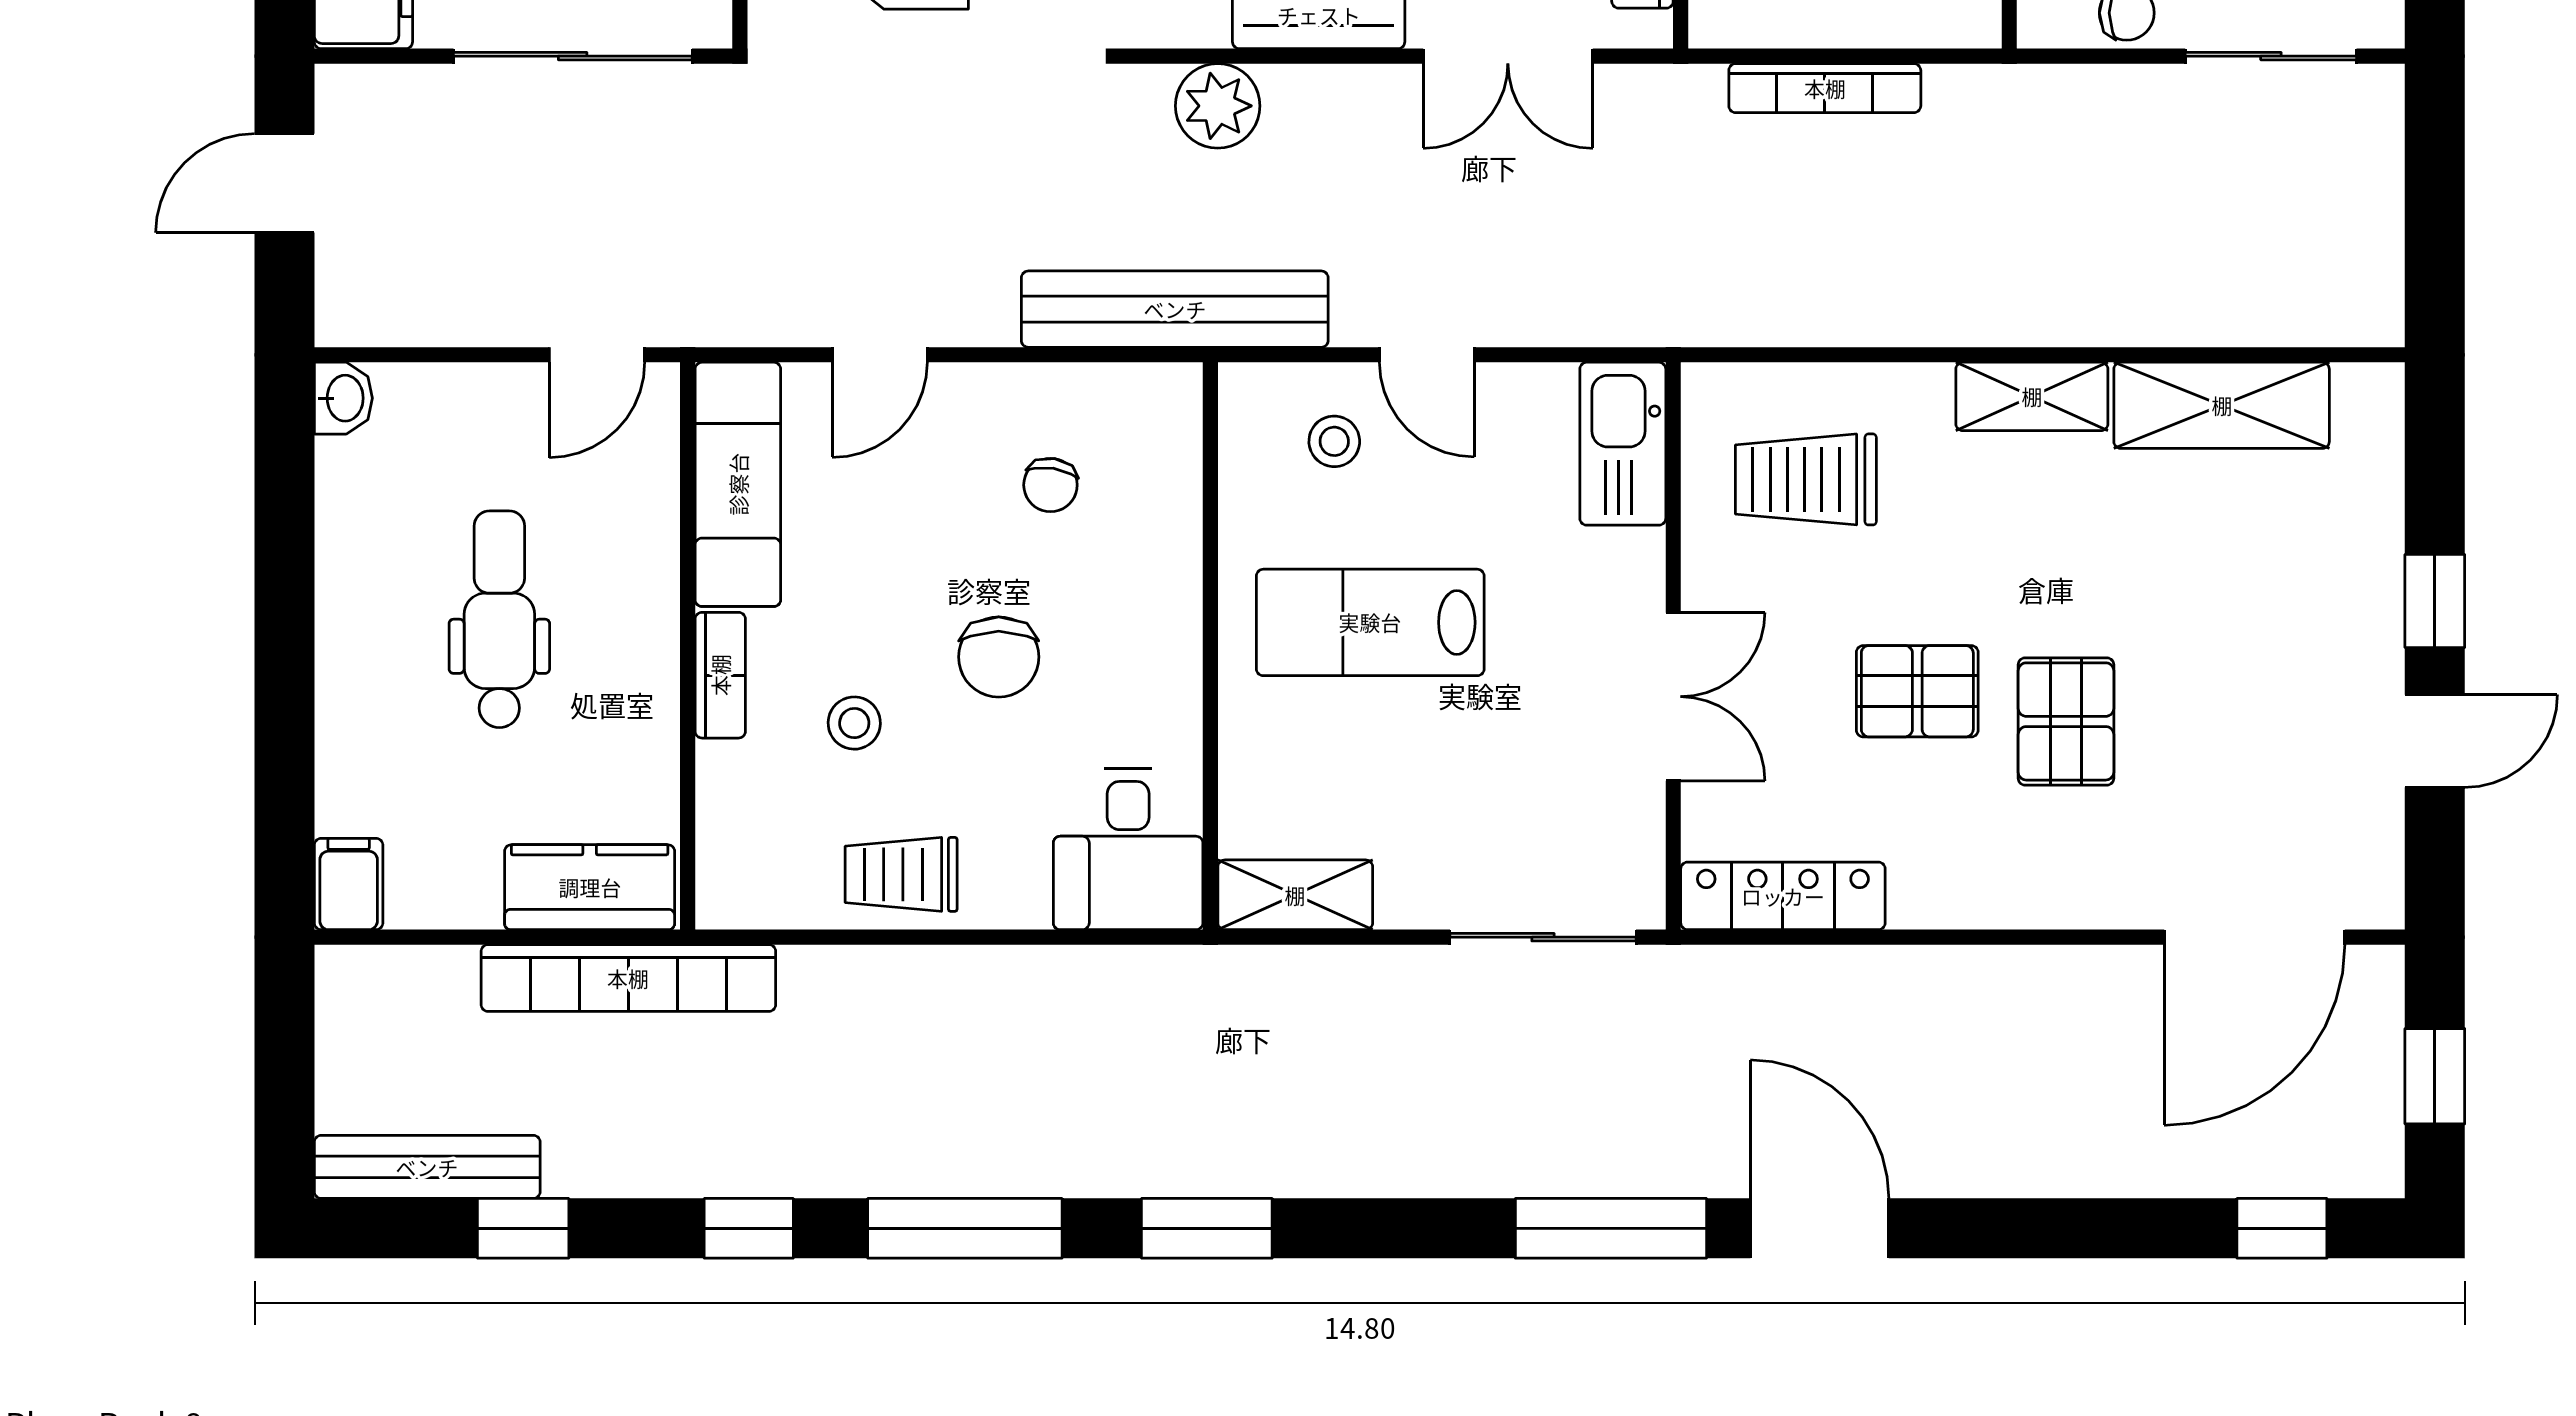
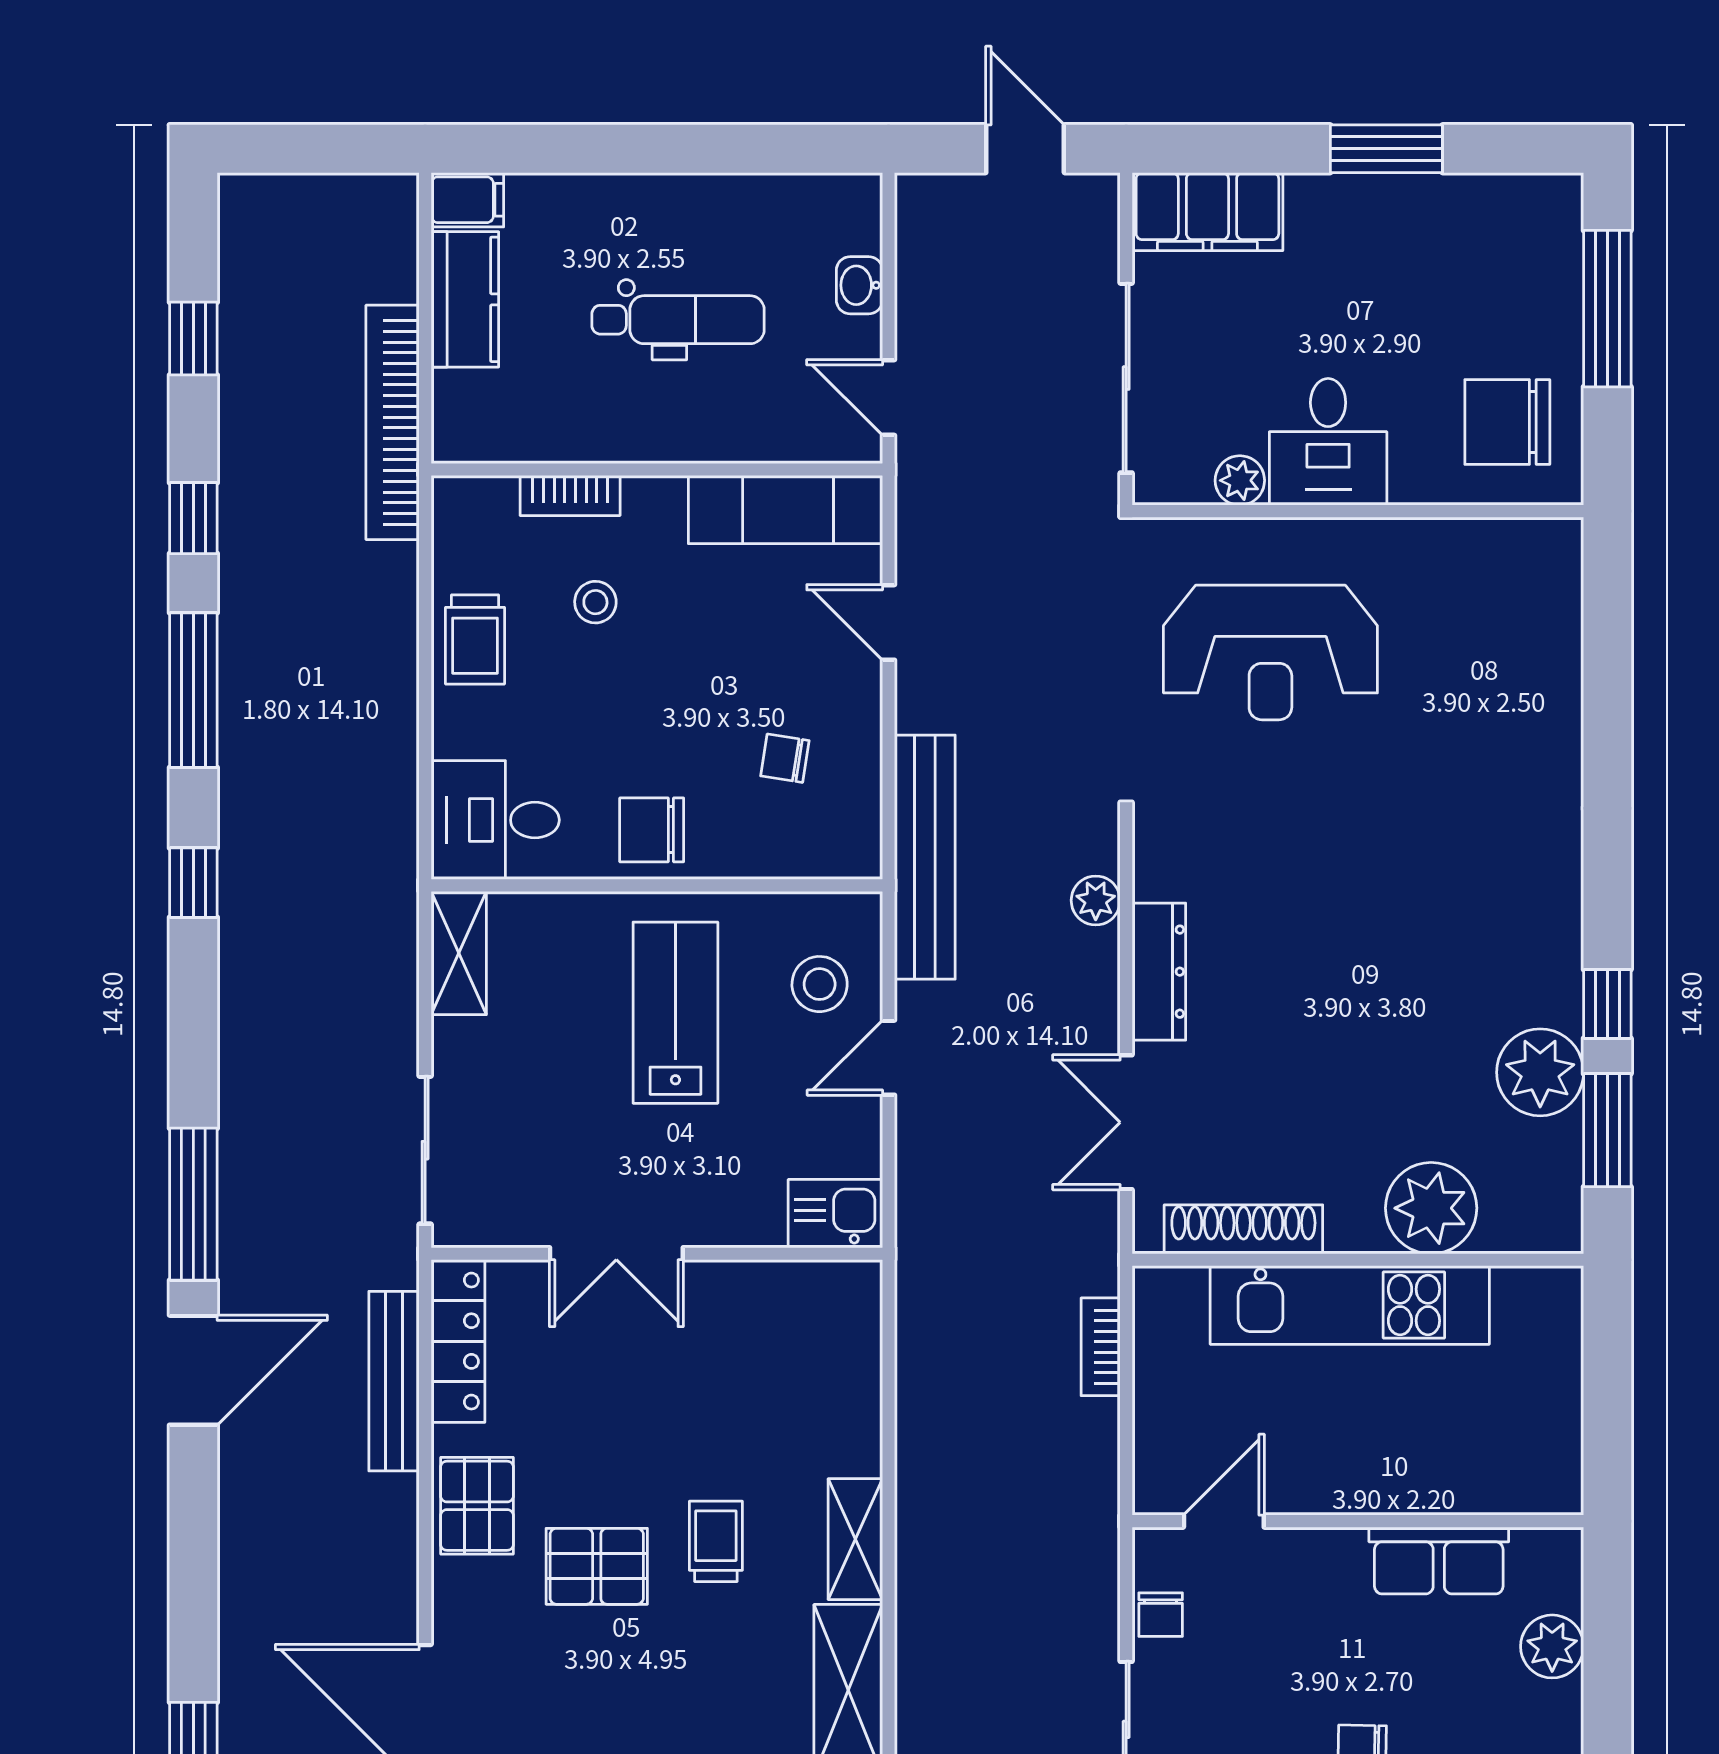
bookcase: (1825, 88) -> (1101, 1347), width x0.64
plant: (1218, 106) -> (1096, 900), width x0.73, depth x0.73
washbasin: (343, 398) -> (859, 285), moved, turned 90
stool: (1334, 441) -> (820, 984), width x1.37, depth x1.37
kitchen sink: (1623, 444) -> (835, 1214), width x0.73
trolley: (1806, 479) -> (716, 1541), moved, width x0.73, depth x0.72
chair: (999, 657) -> (652, 830), moved
bookcase: (720, 675) -> (570, 496), moved
pallet: (1917, 691) -> (477, 1506), moved
trolley: (901, 874) -> (475, 639), turned 180
kitchen counter: (590, 887) -> (465, 299), moved
bench: (427, 1167) -> (394, 1381), moved
window: (1207, 1228) -> (193, 883), width x0.67

